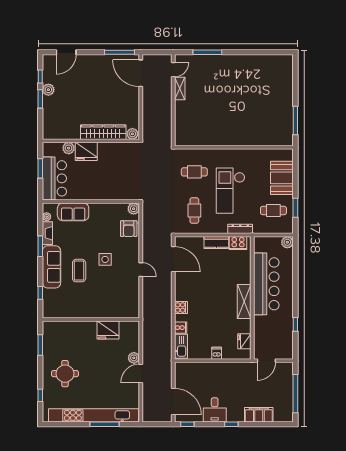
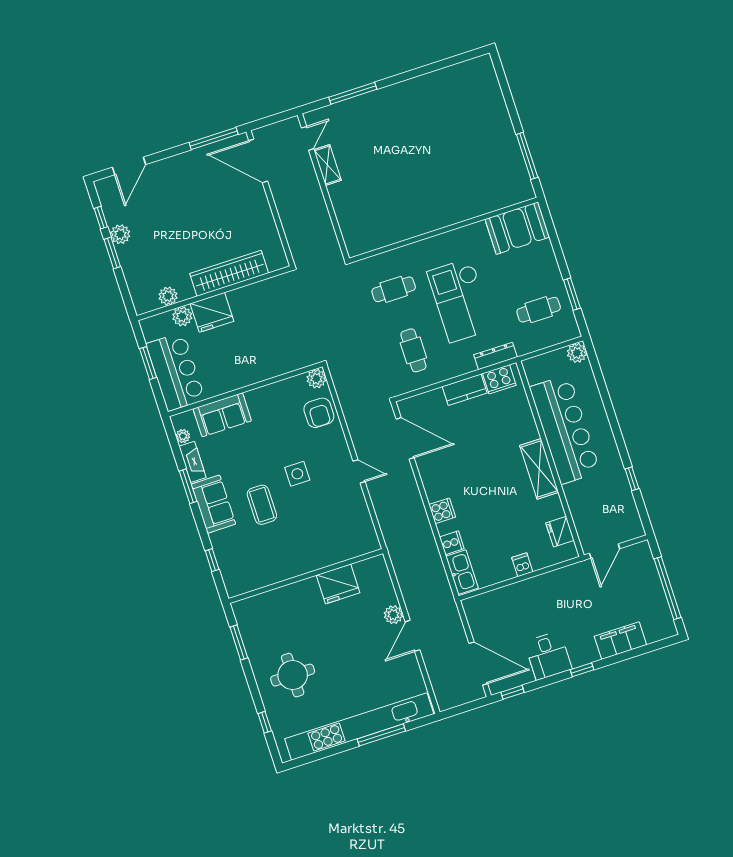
plant: (132, 134) -> (168, 296), moved
booth: (282, 178) -> (517, 228), moved, turned 90
sofa: (51, 267) -> (213, 504), width x0.73

